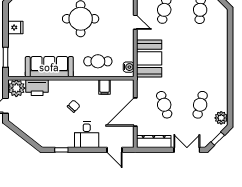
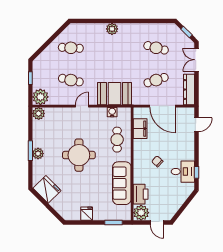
water cooler: (129, 67) -> (112, 112), moved
filing cabinet: (105, 87) -> (140, 129), width x2.00
plant: (221, 118) -> (112, 29), moved
desk: (87, 135) -> (183, 172), moved

